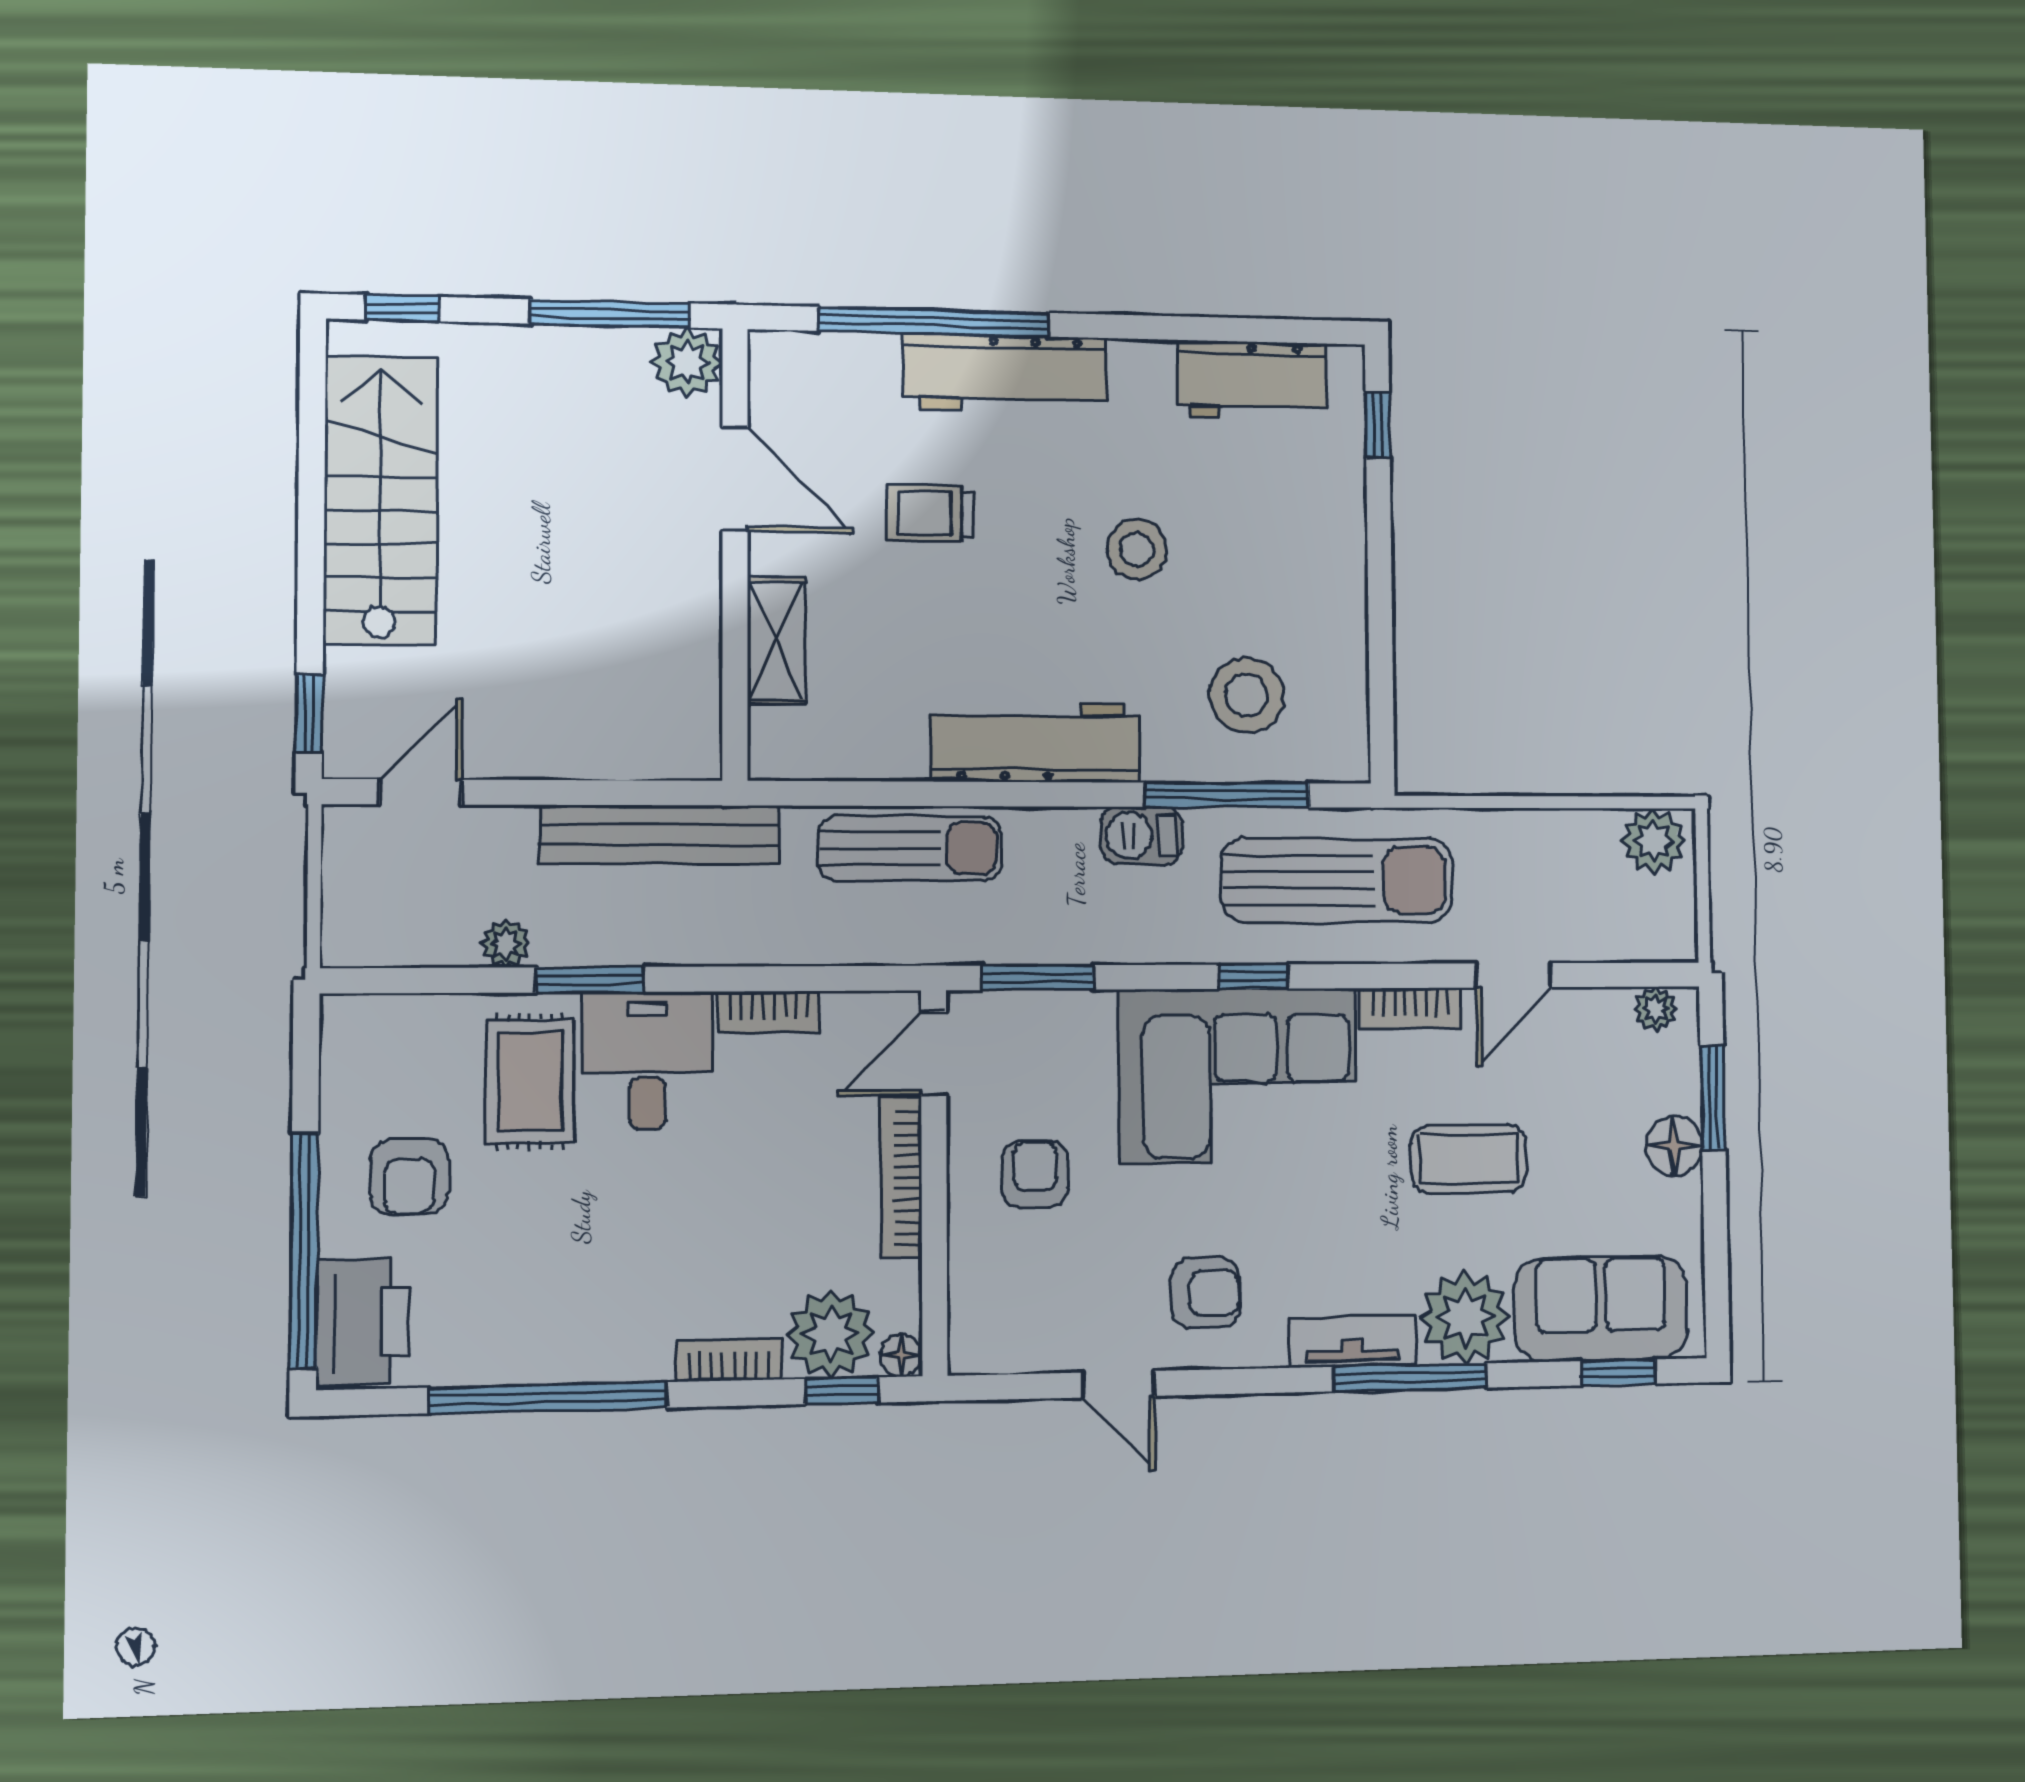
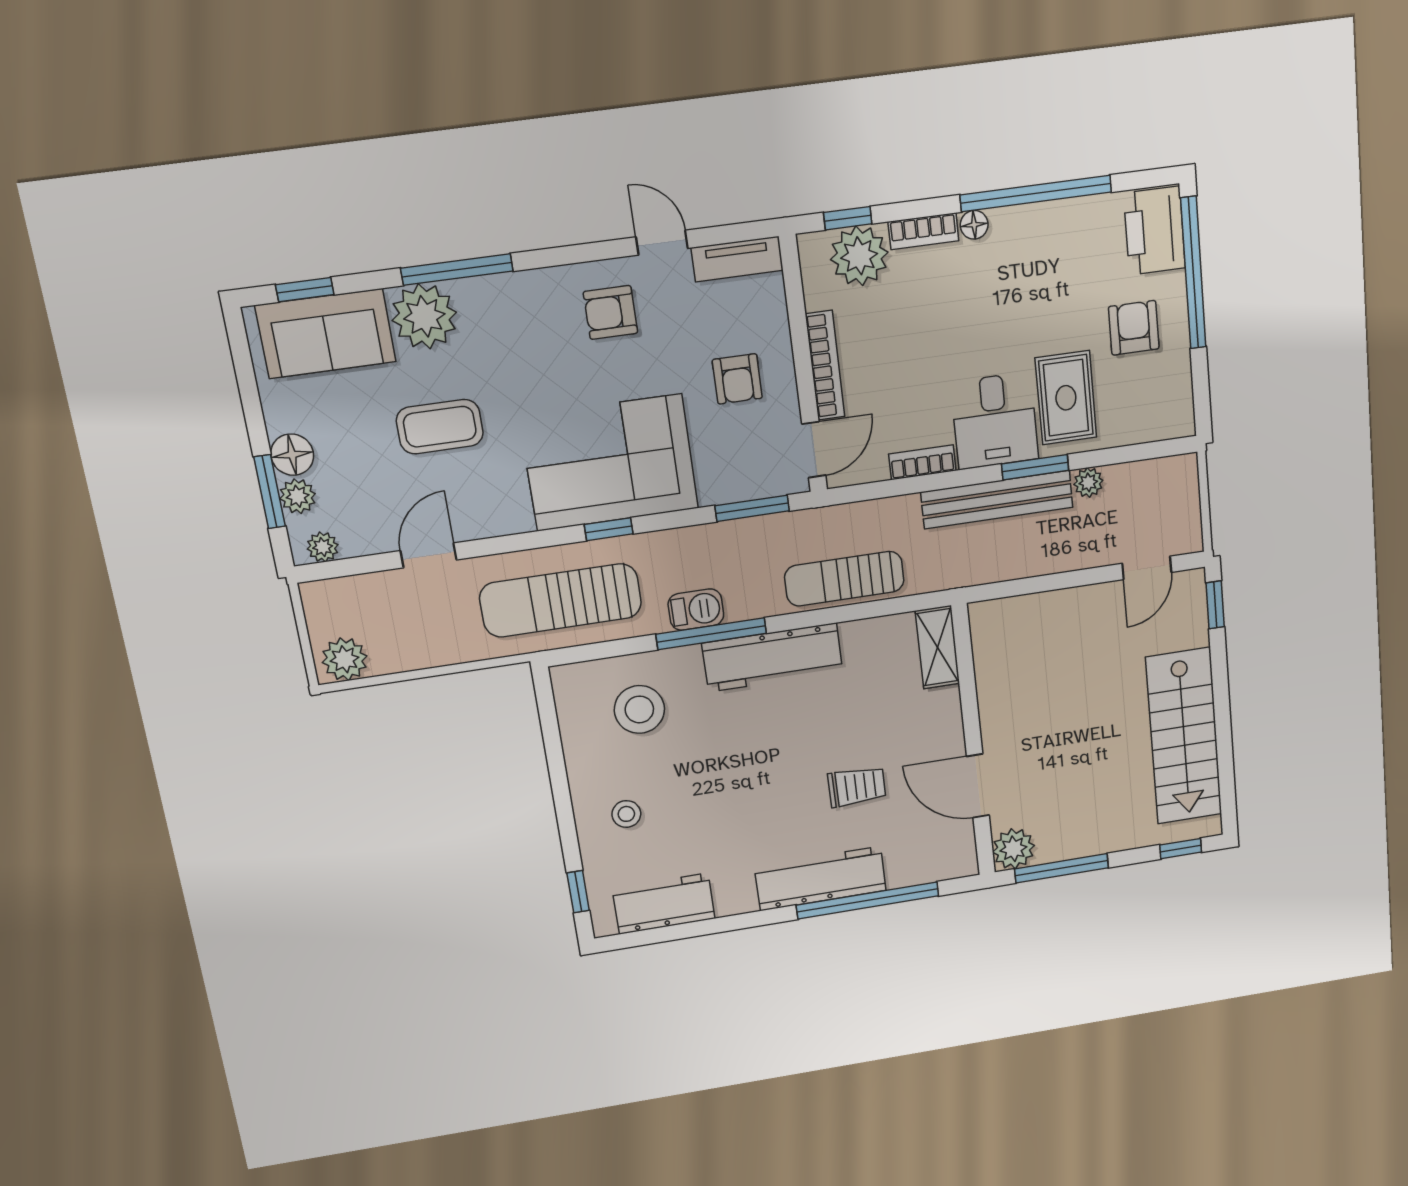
stool: (1137, 549) -> (626, 814), moved, width x0.73, depth x0.73
shelving: (776, 641) -> (937, 647), moved
window: (1227, 795) -> (711, 634), moved
bench: (660, 835) -> (997, 500), moved
bookcase: (1410, 1008) -> (497, 523), removed
plant: (1677, 1086) -> (298, 496), added
tv unit: (1353, 1341) -> (737, 259), moved
floor lamp: (901, 1356) -> (974, 225), moved

